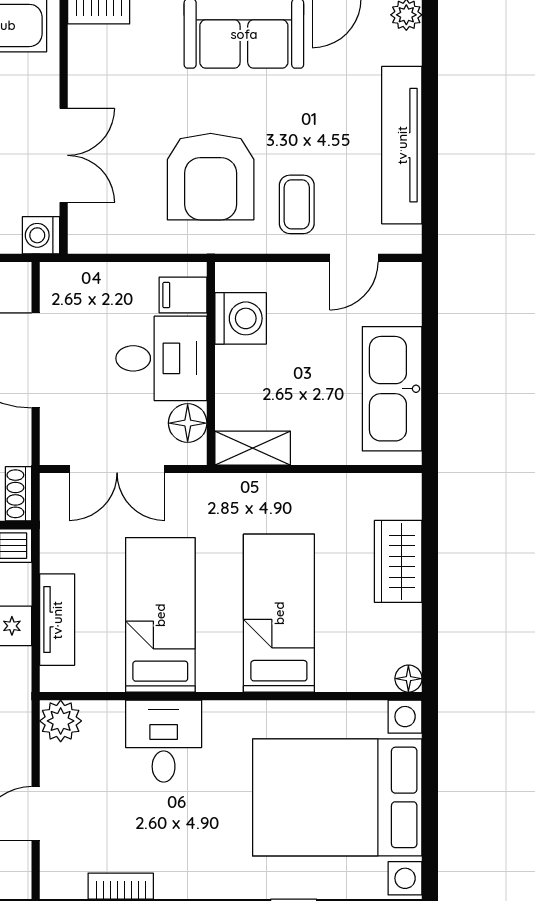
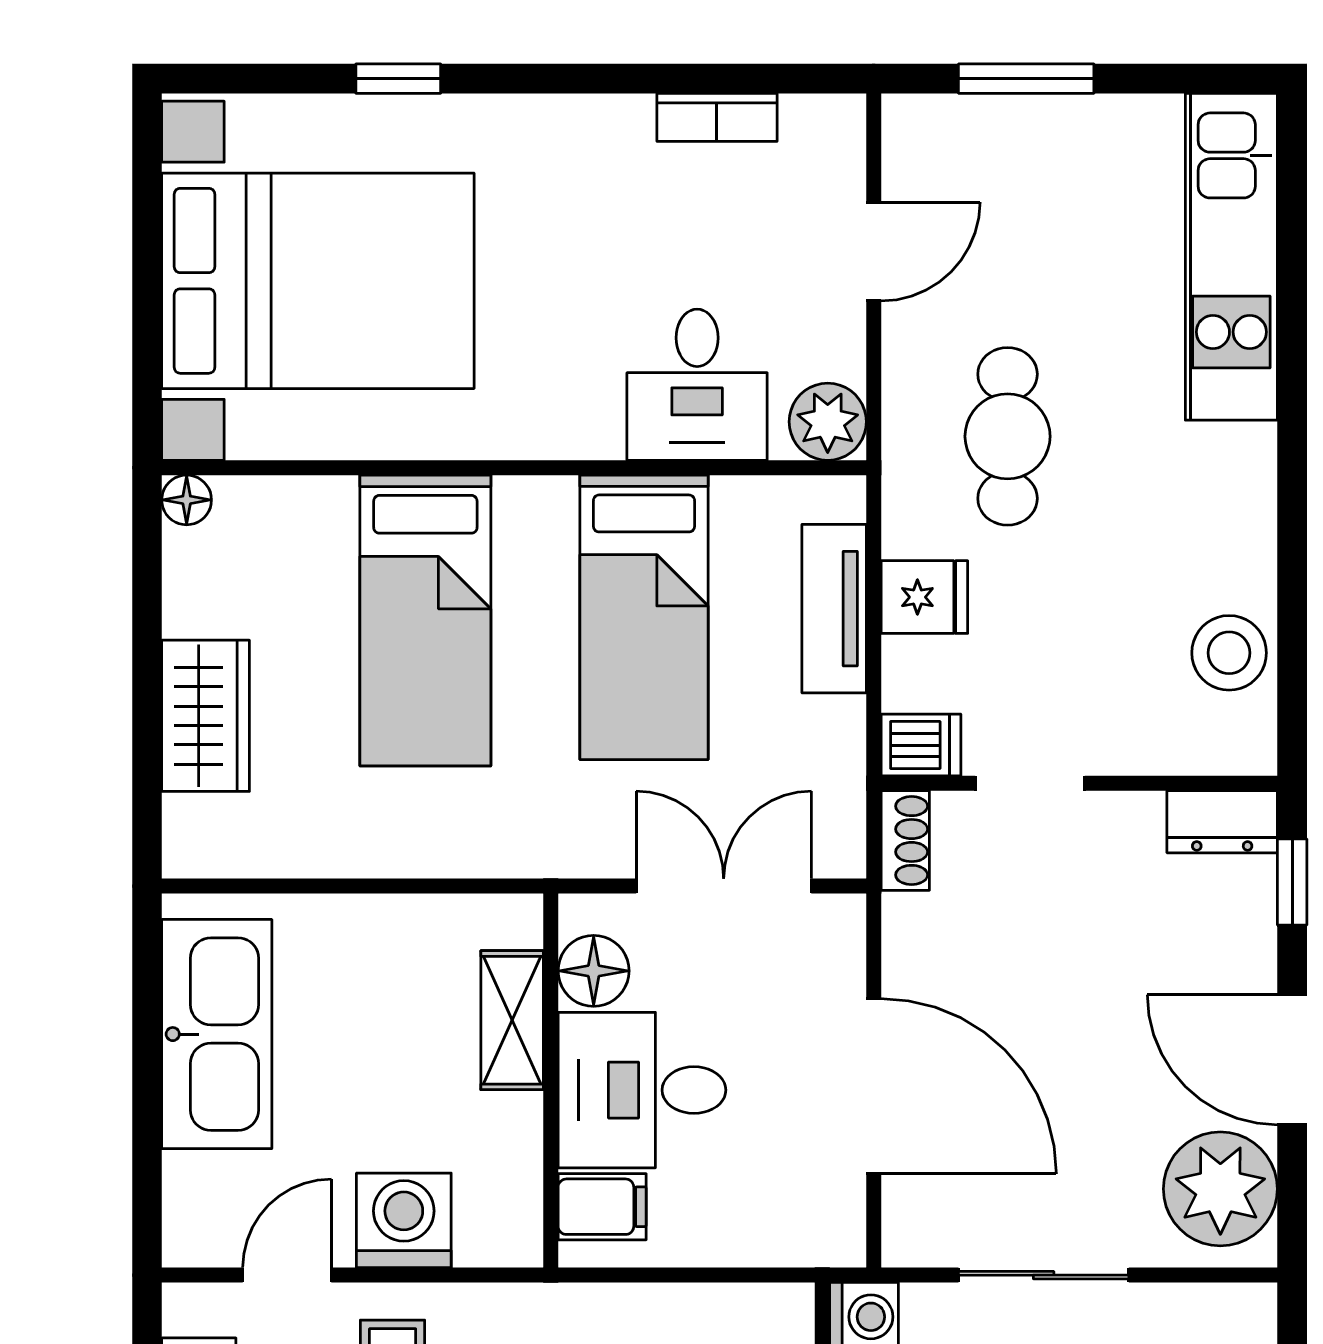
washing machine: (241, 318) -> (404, 1220), moved, turned 90
shelving: (253, 448) -> (512, 1020), moved, turned 90
desk: (164, 741) -> (697, 385), moved

